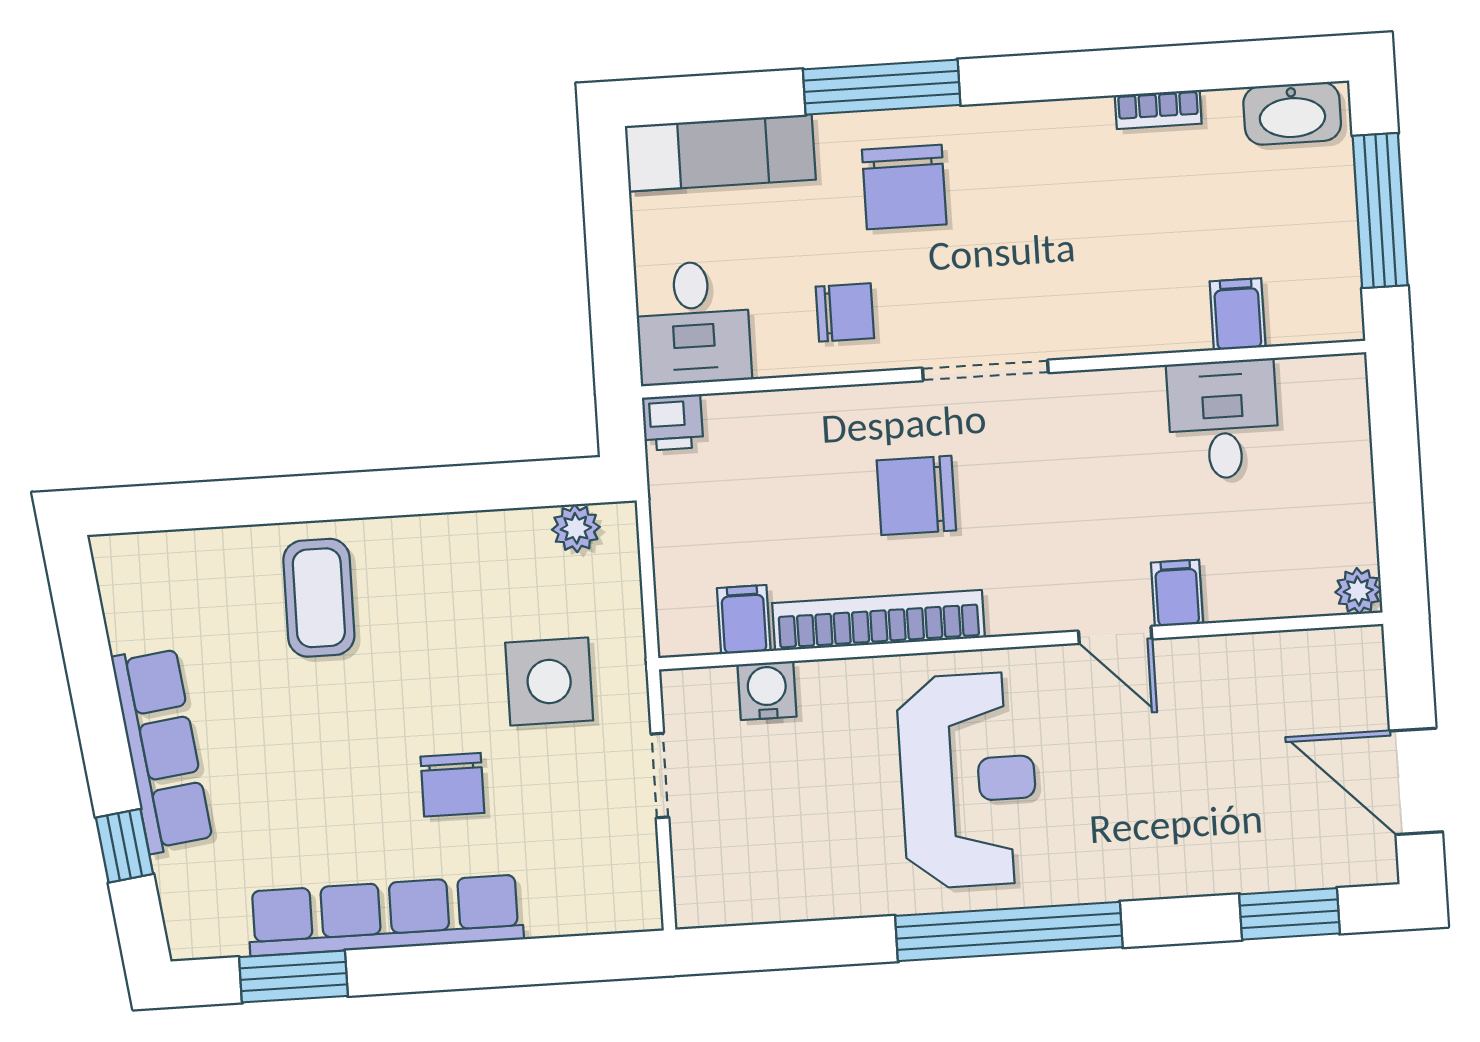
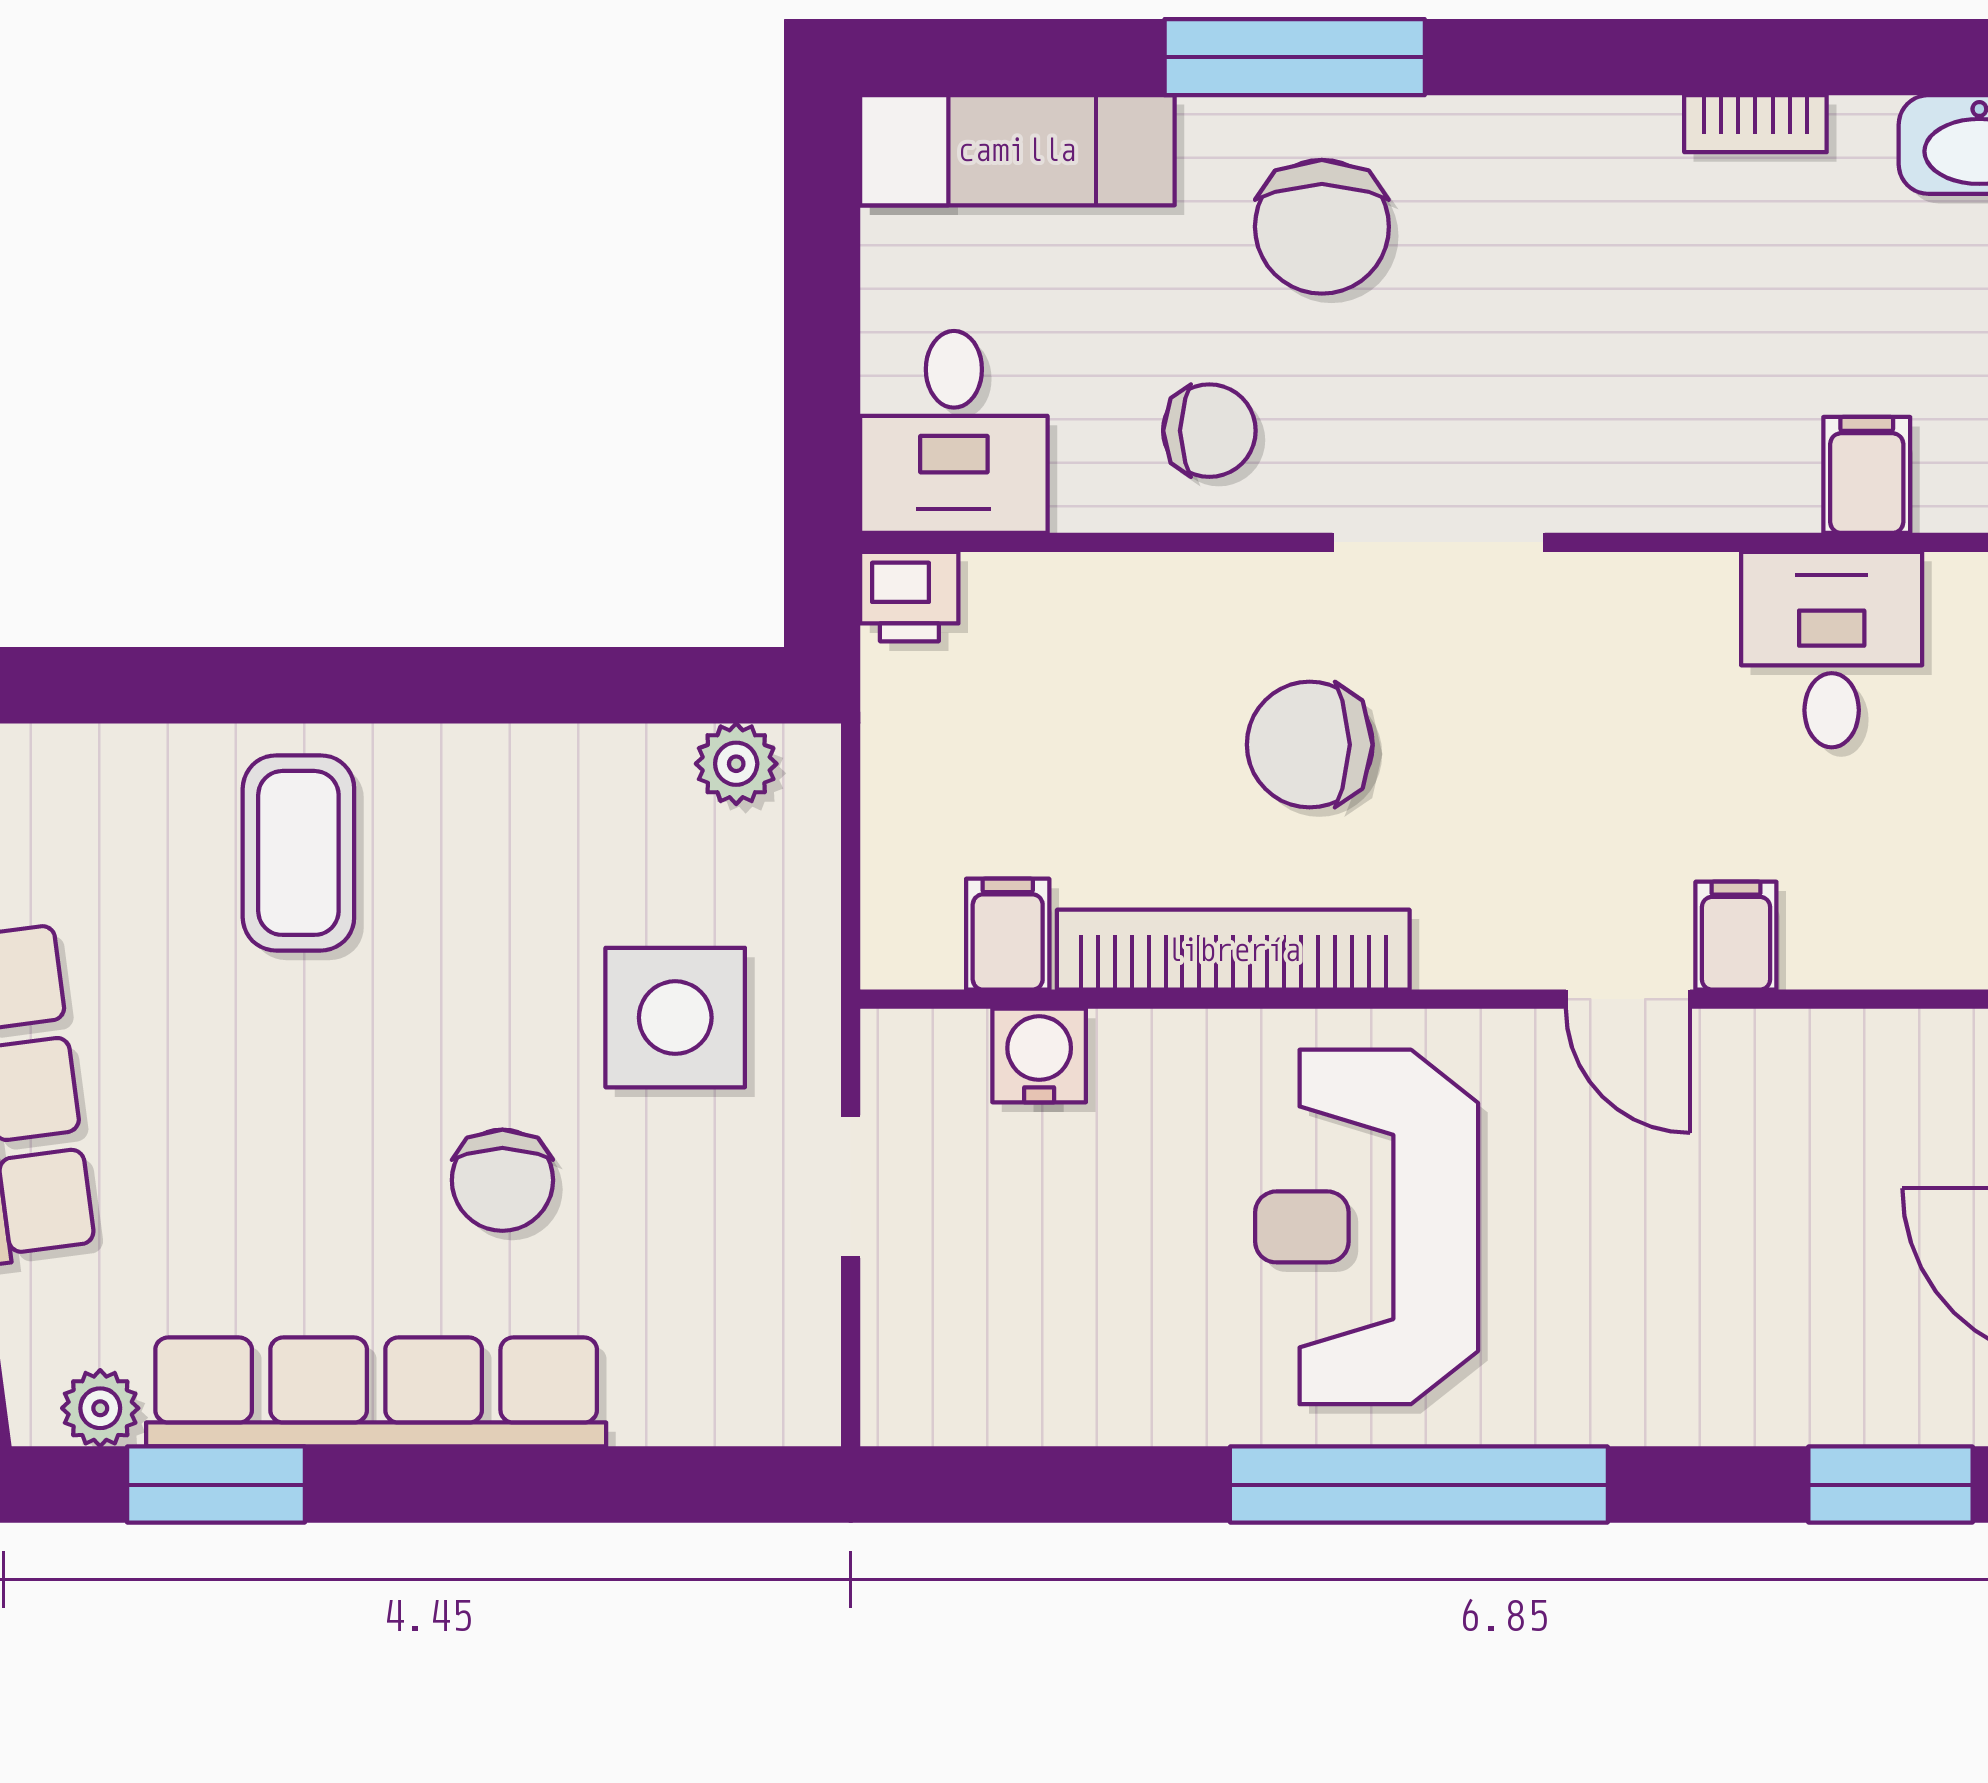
reception desk: (968, 780) -> (1367, 1227), turned 180
plant: (222, 935) -> (100, 1408), added

